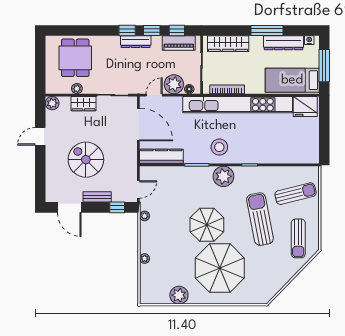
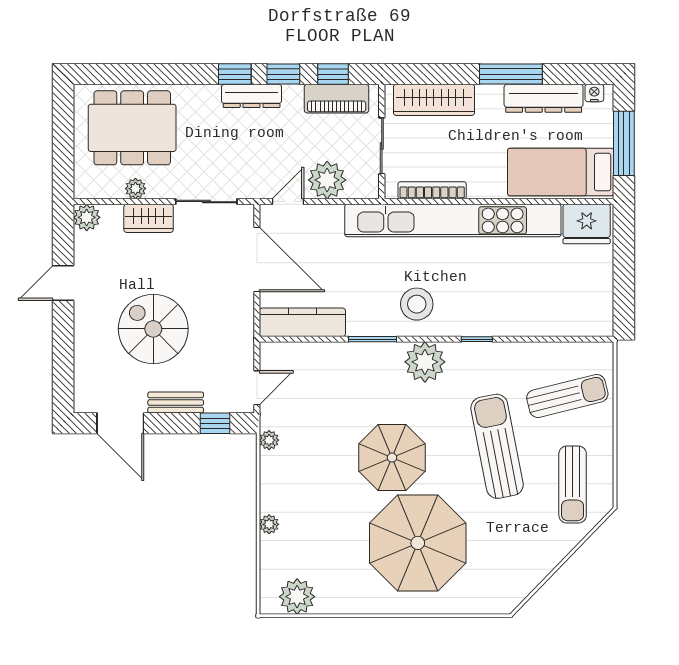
dining table: (75, 58) -> (132, 128), width x1.38
floor lamp: (189, 89) -> (357, 190), removed
plant: (179, 295) -> (297, 597), moved

